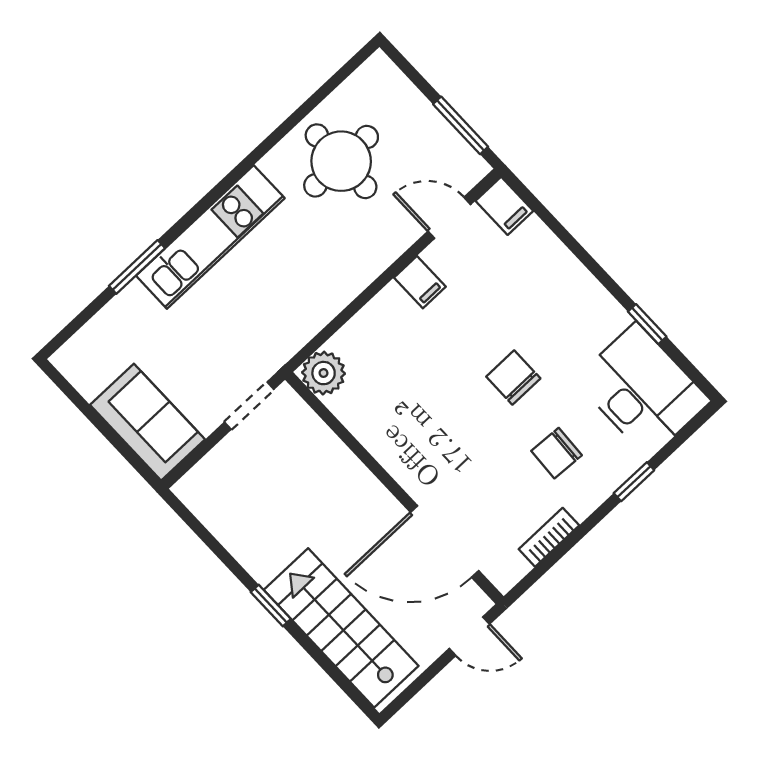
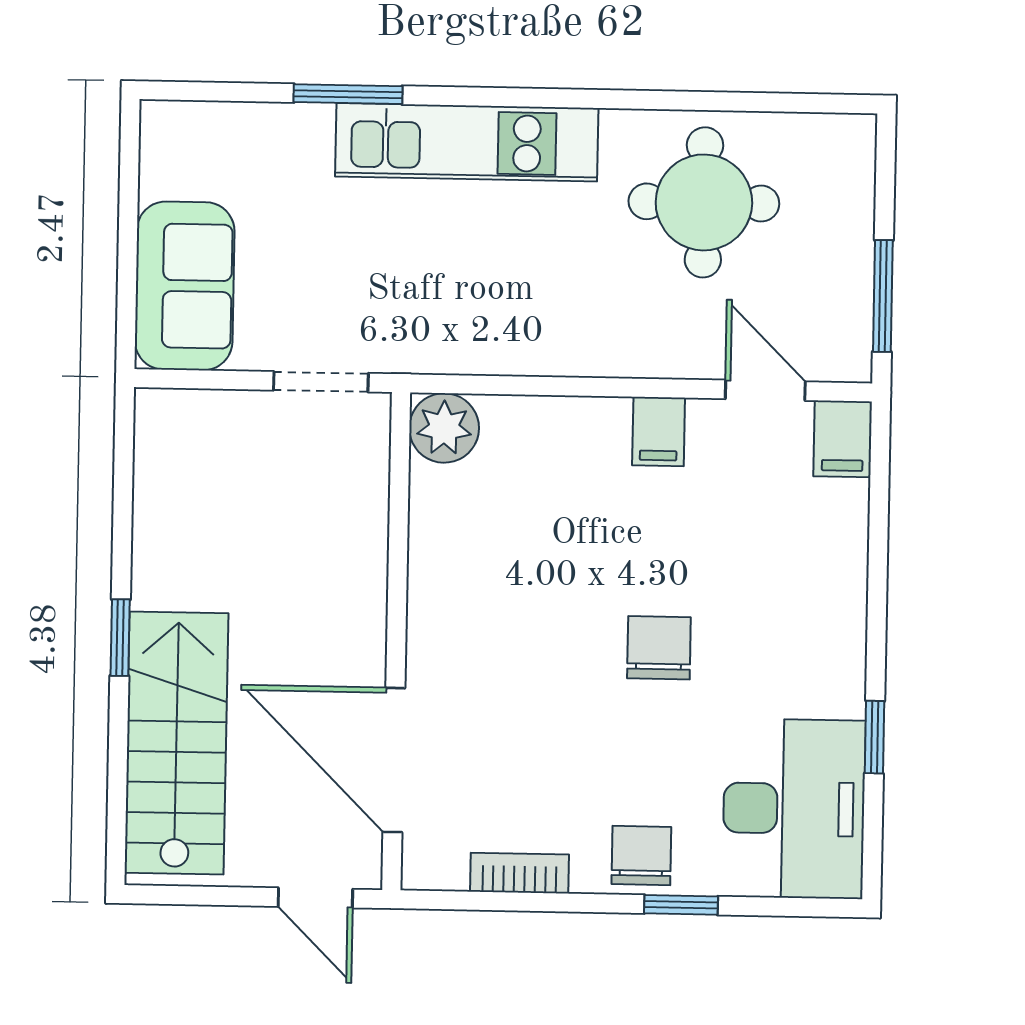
chair: (557, 453) -> (641, 855), moved, turned 87

